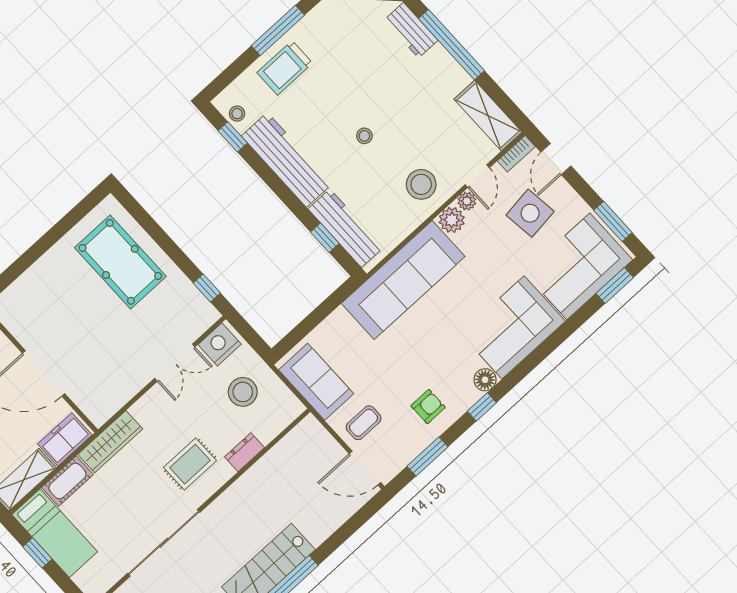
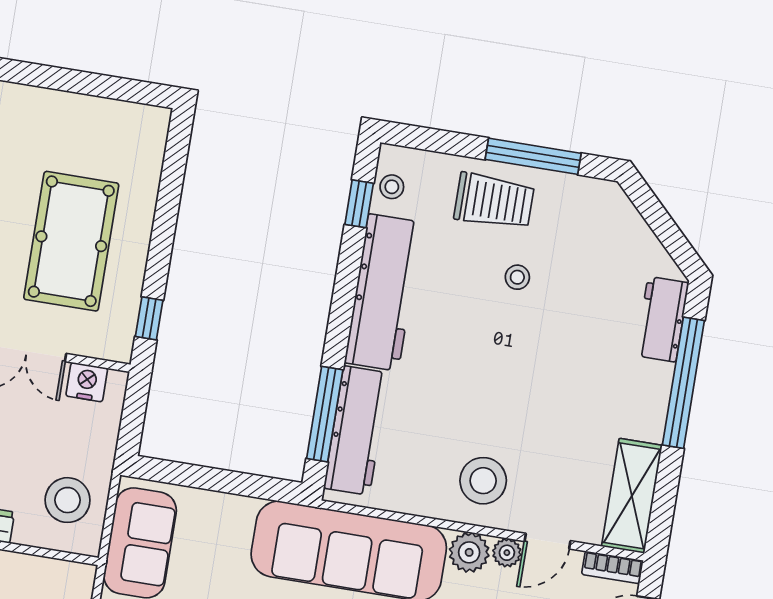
trolley: (285, 68) -> (494, 201), turned 180
stool: (364, 136) -> (517, 277), moved
window: (325, 238) -> (325, 414), width x2.17
pool table: (120, 262) -> (71, 241), moved
nightstand: (220, 344) -> (87, 382), width x0.74, depth x0.75
stool: (243, 392) -> (68, 500), moved

